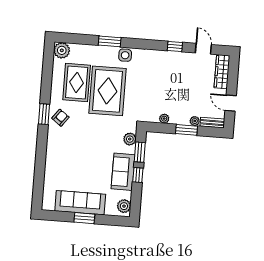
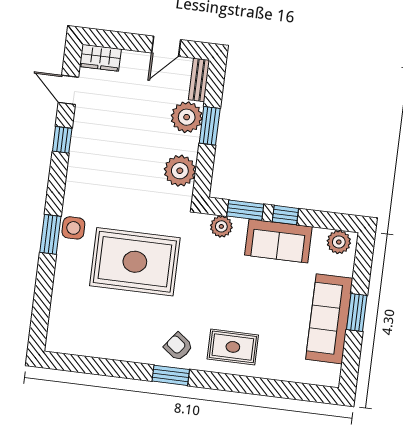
window: (110, 41) -> (50, 234), moved
door: (203, 49) -> (68, 90), hinge flipped
plant: (62, 50) -> (60, 339), removed
wardrobe: (222, 72) -> (100, 58), width x0.67
rug: (77, 83) -> (233, 347), moved, width x0.73, depth x0.70
plant: (164, 119) -> (180, 171), width x1.87, depth x1.87
plant: (195, 121) -> (187, 117), width x1.87, depth x1.87

